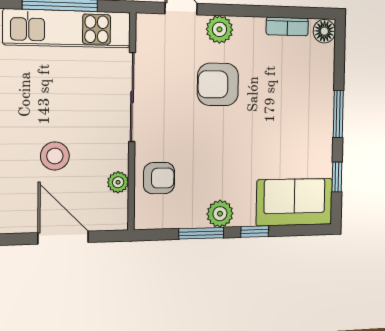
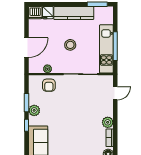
plant: (220, 29) -> (108, 122), moved
armchair: (218, 84) -> (86, 109), removed
stool: (55, 156) -> (70, 45), moved

